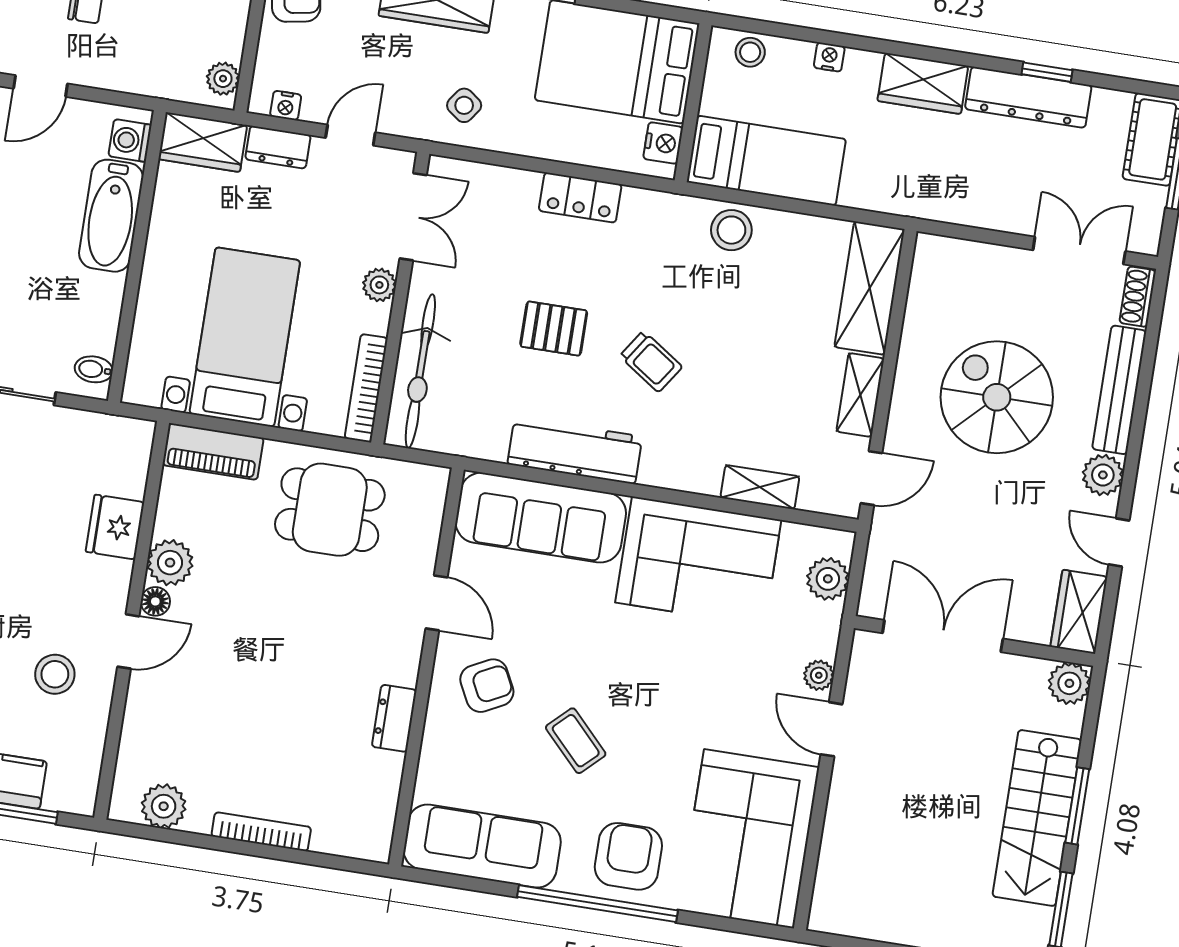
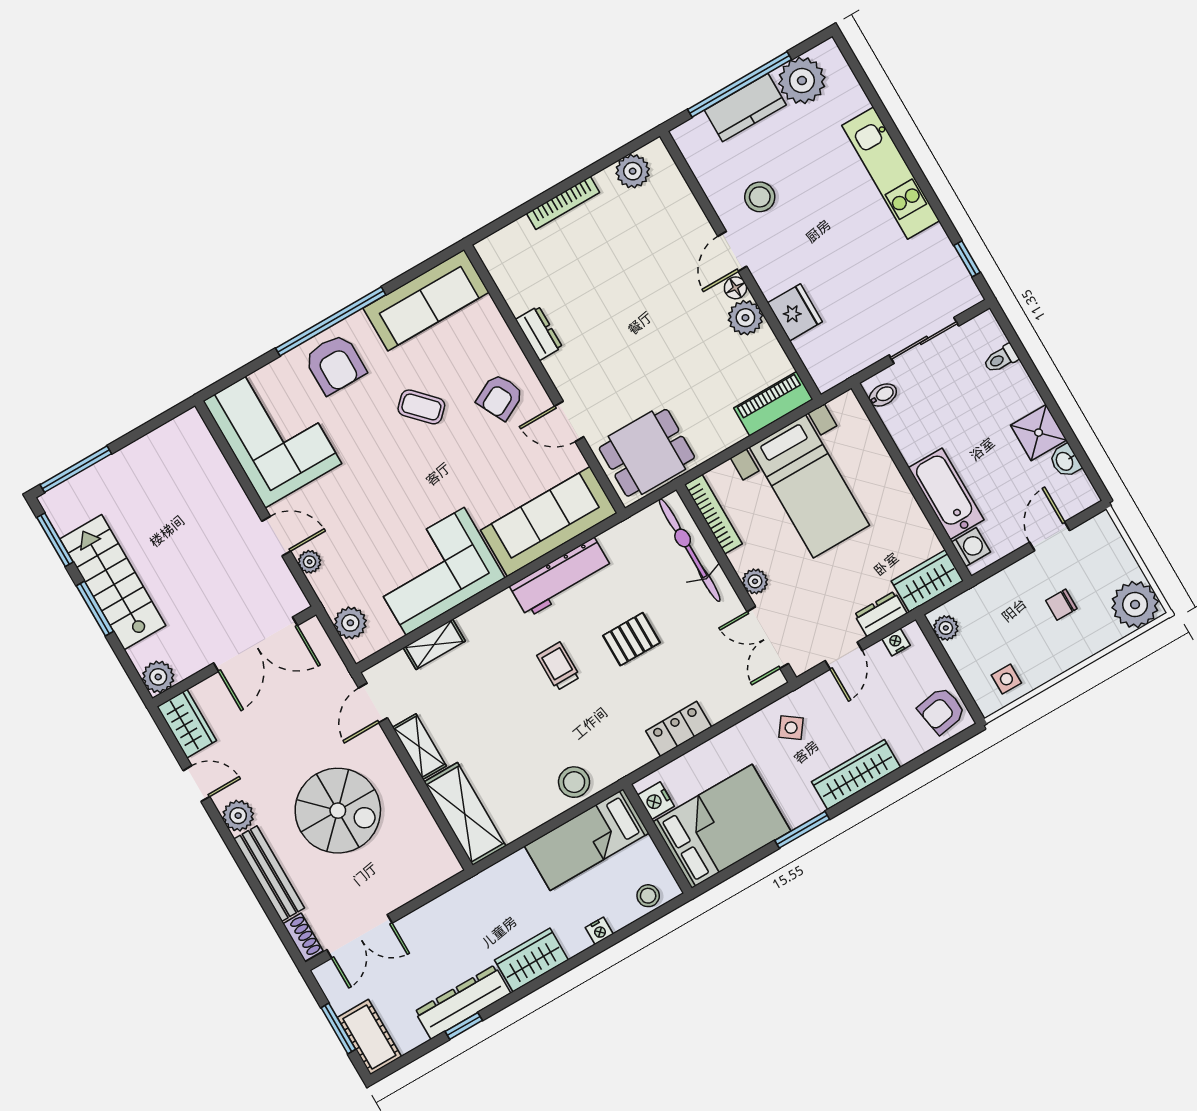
trolley: (651, 361) -> (559, 666), turned 56
dining table: (330, 510) -> (647, 453), moved

